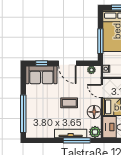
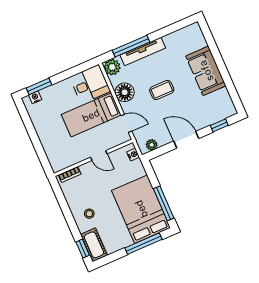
window: (100, 41) -> (164, 203), moved
sofa: (41, 75) -> (206, 71), moved, turned -90
window: (23, 114) -> (215, 50), removed

